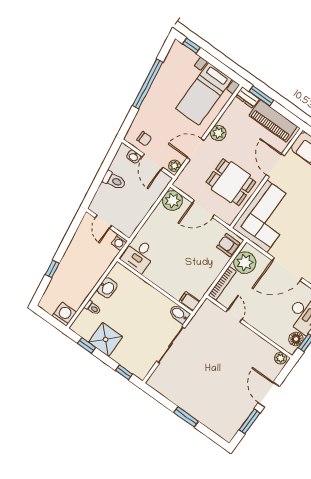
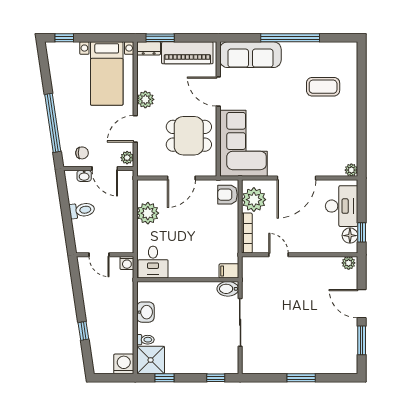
window: (148, 84) -> (53, 123), moved
plant: (172, 201) -> (148, 213), moved
shower: (106, 339) -> (151, 360), moved

